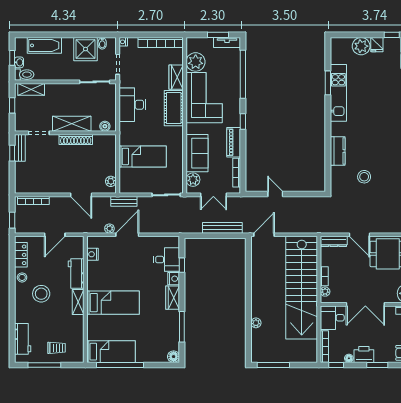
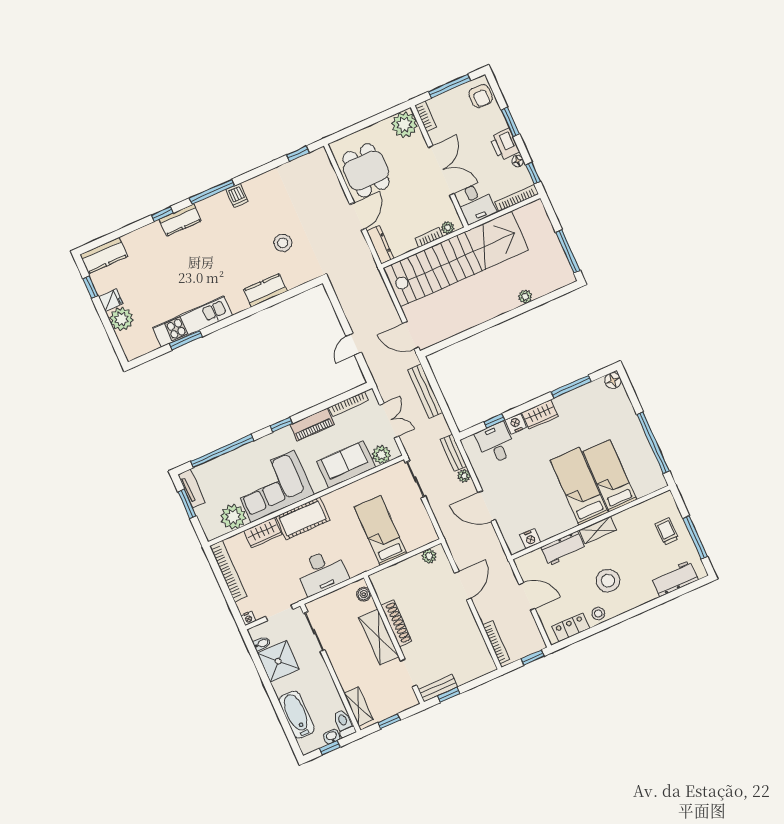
bench: (124, 201) -> (453, 453), moved
plant: (109, 229) -> (464, 476), moved
bed: (111, 352) -> (610, 476), moved

